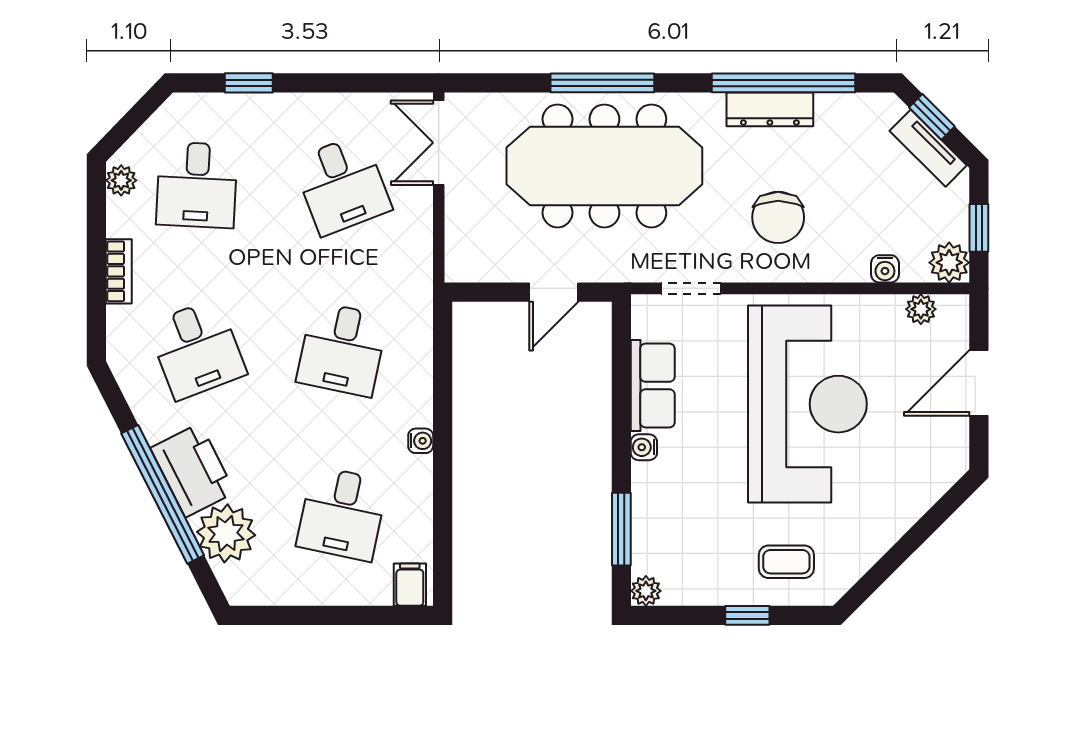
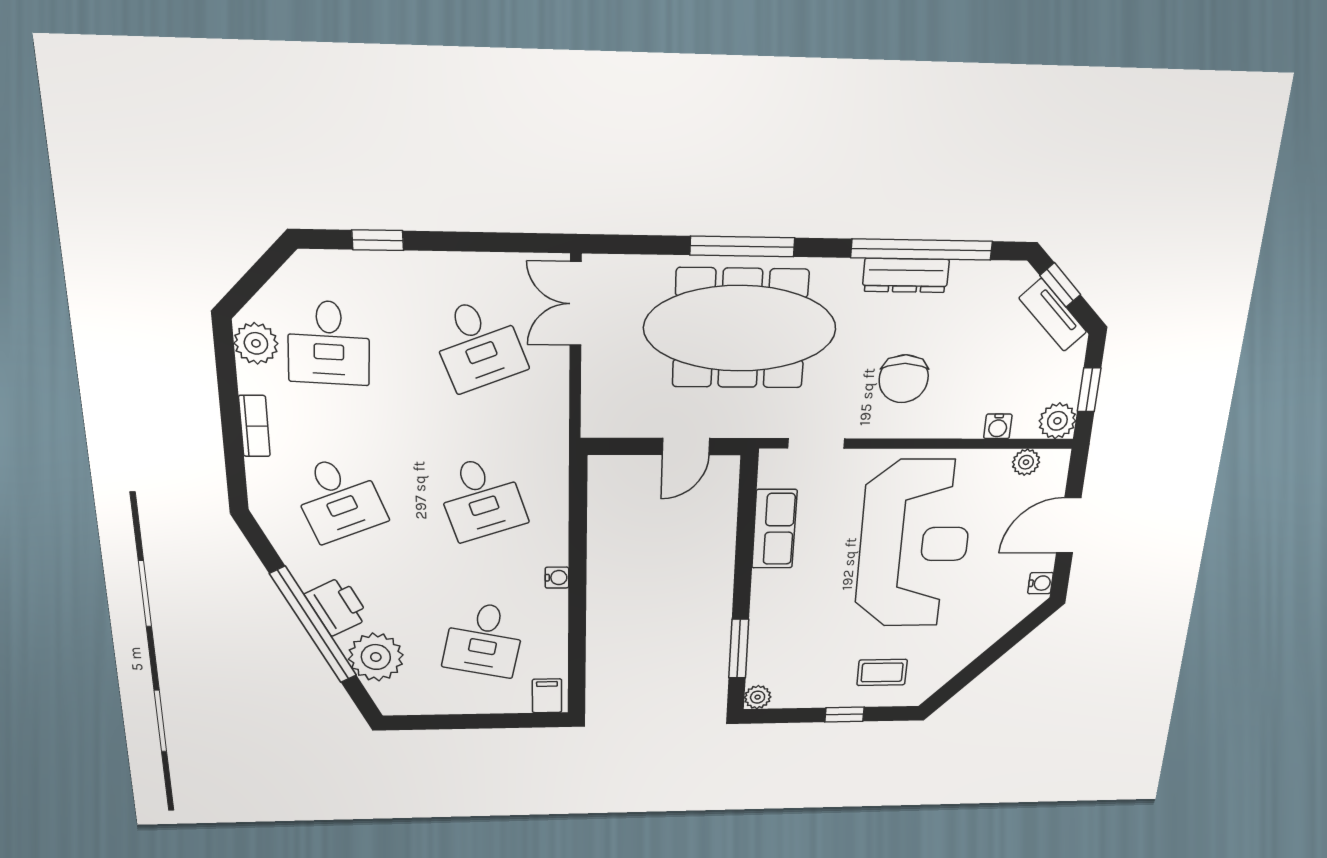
plant: (121, 180) -> (256, 343), width x1.38, depth x1.38
desk: (342, 349) -> (481, 498), turned -30
water cooler: (644, 447) -> (1040, 583), moved, turned 180
printer: (193, 470) -> (337, 606), width x0.73, depth x0.84

